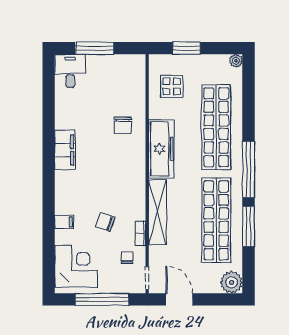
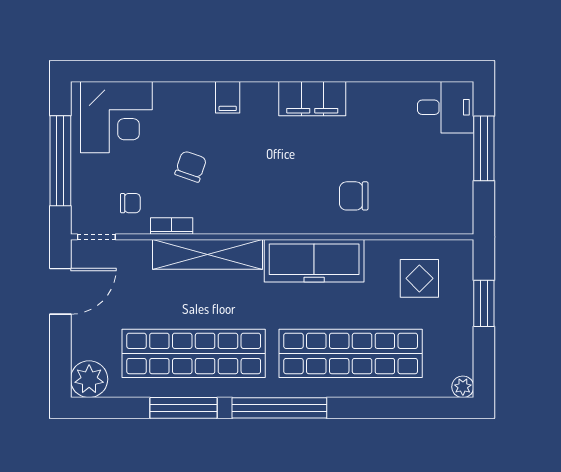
filing cabinet: (64, 222) -> (228, 97), moved

